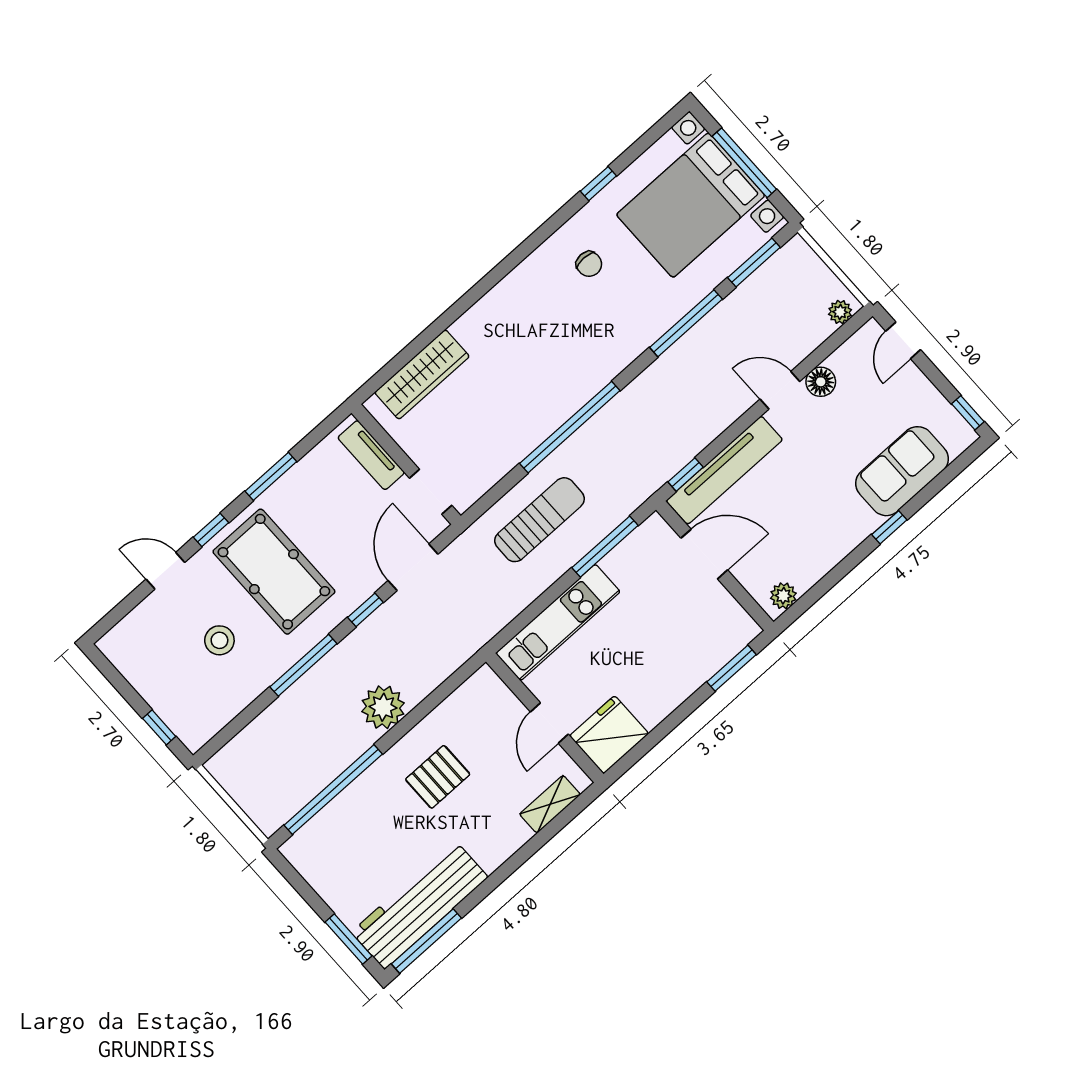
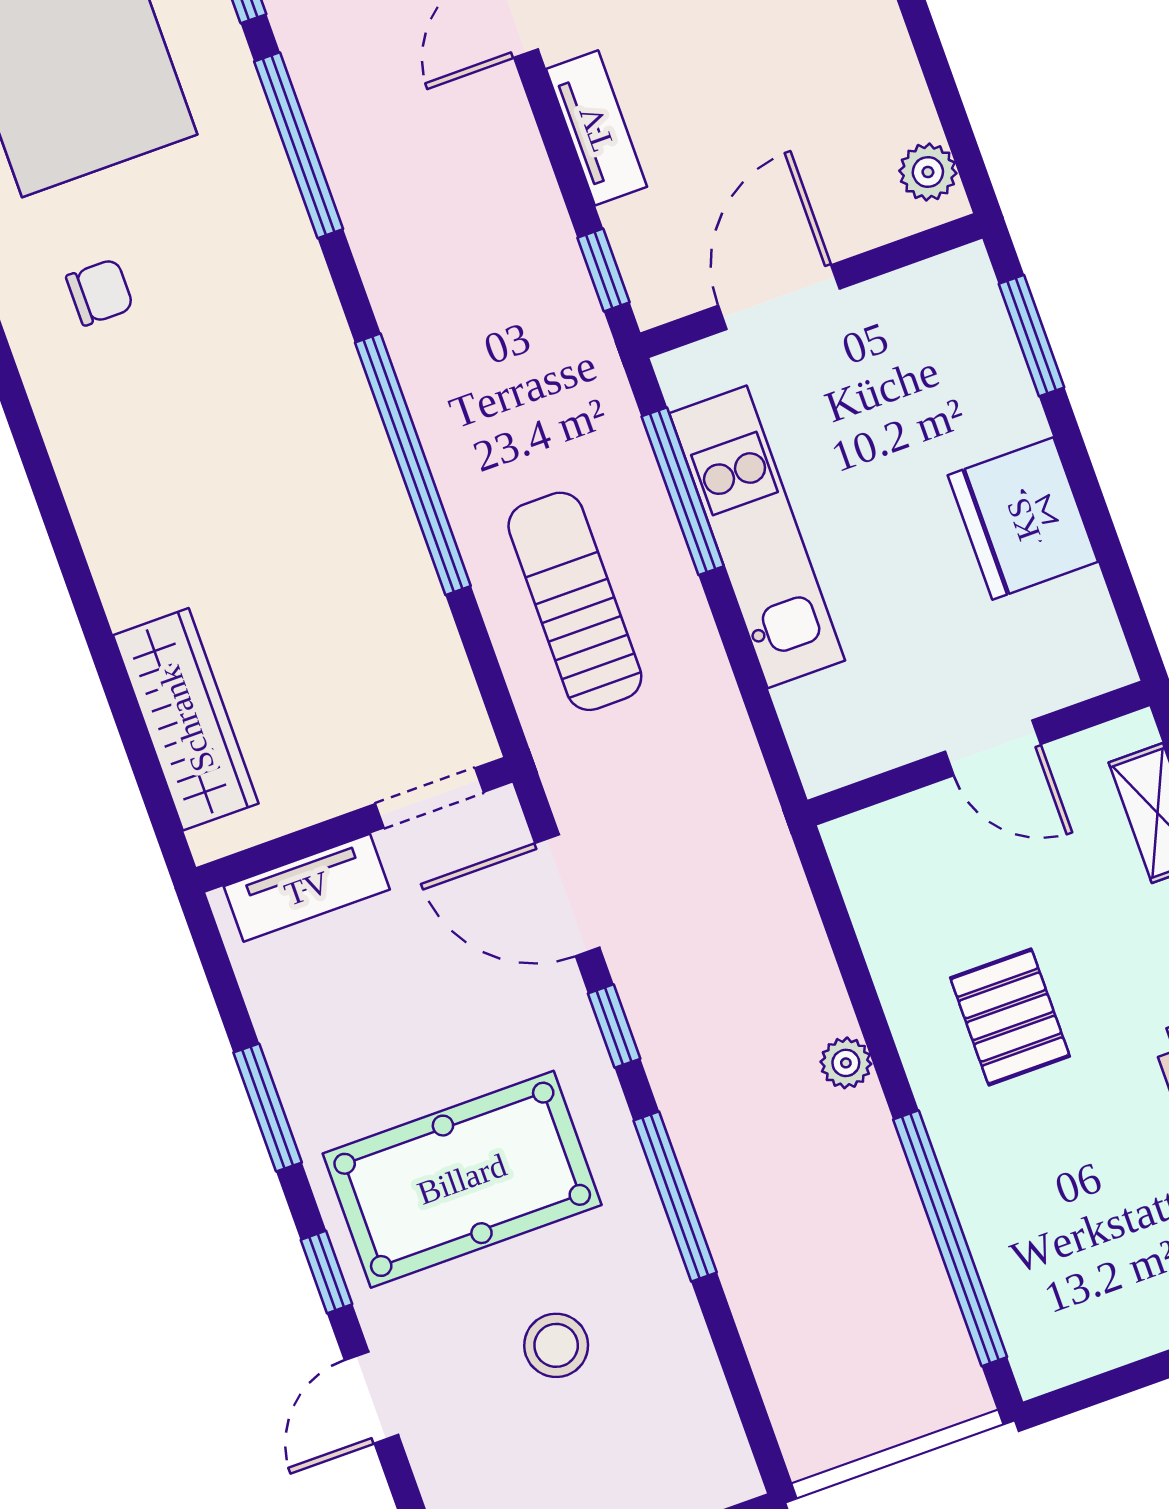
tv unit: (724, 470) -> (596, 128), width x0.52, depth x0.78
kitchen unit: (558, 622) -> (757, 537), moved
plant: (383, 707) -> (846, 1063), width x0.53, depth x0.53
fridge: (609, 735) -> (1023, 519), moved

